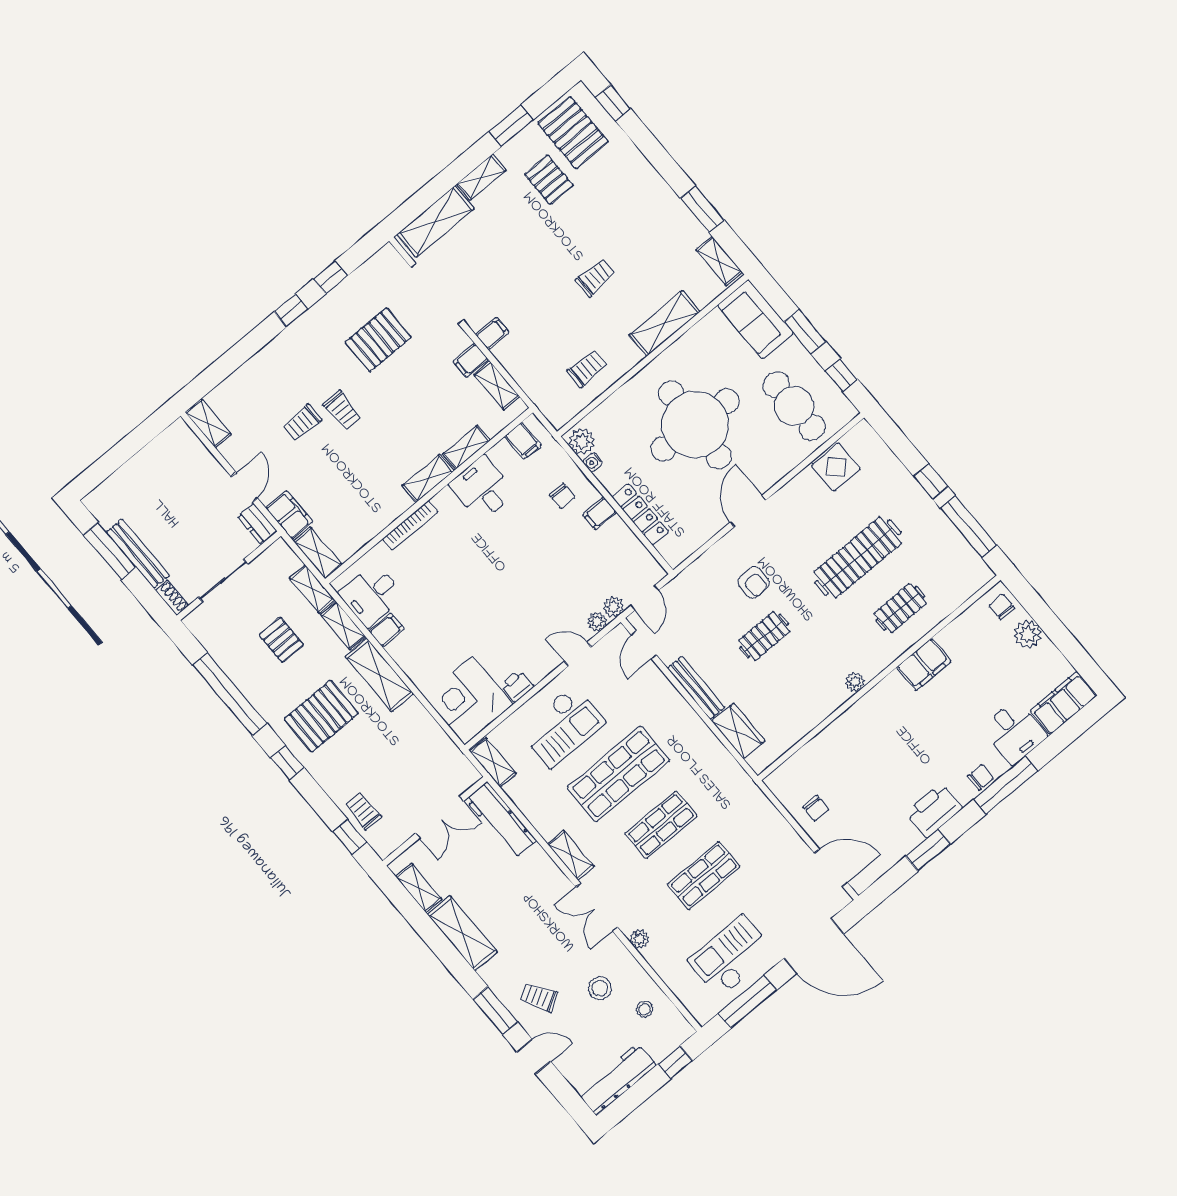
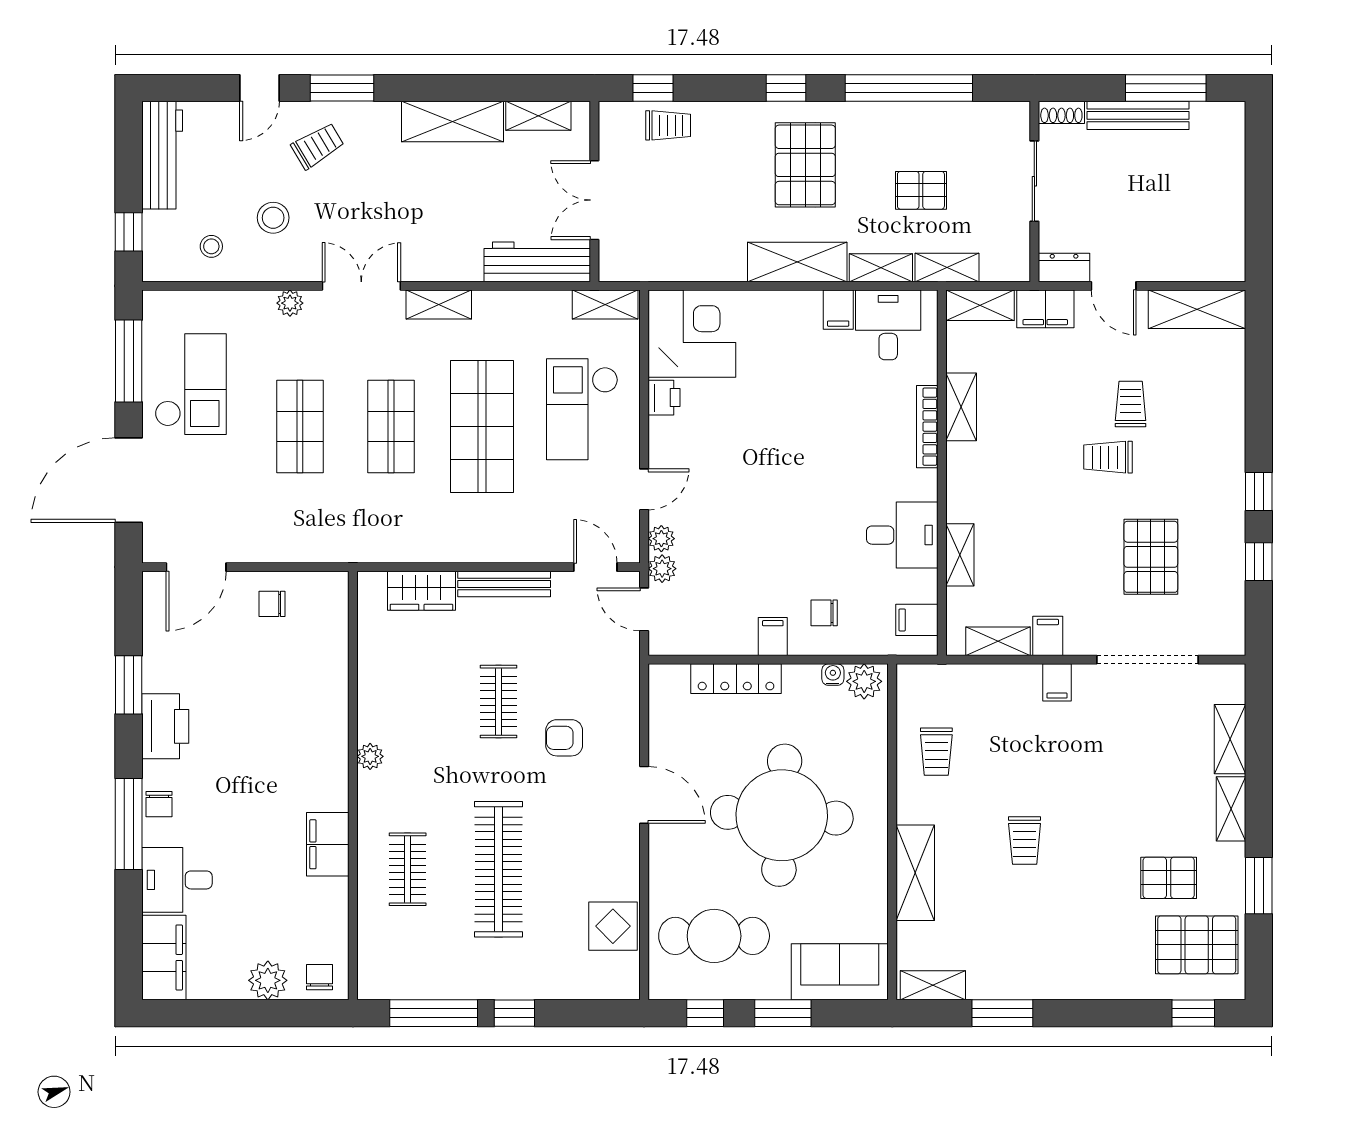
shelving: (436, 221) -> (1230, 739), width x0.67, depth x0.75
shelving: (208, 423) -> (1197, 309), width x1.50, depth x1.33
shelving: (428, 478) -> (961, 407), moved
chair: (1002, 607) -> (320, 977), turned -90

